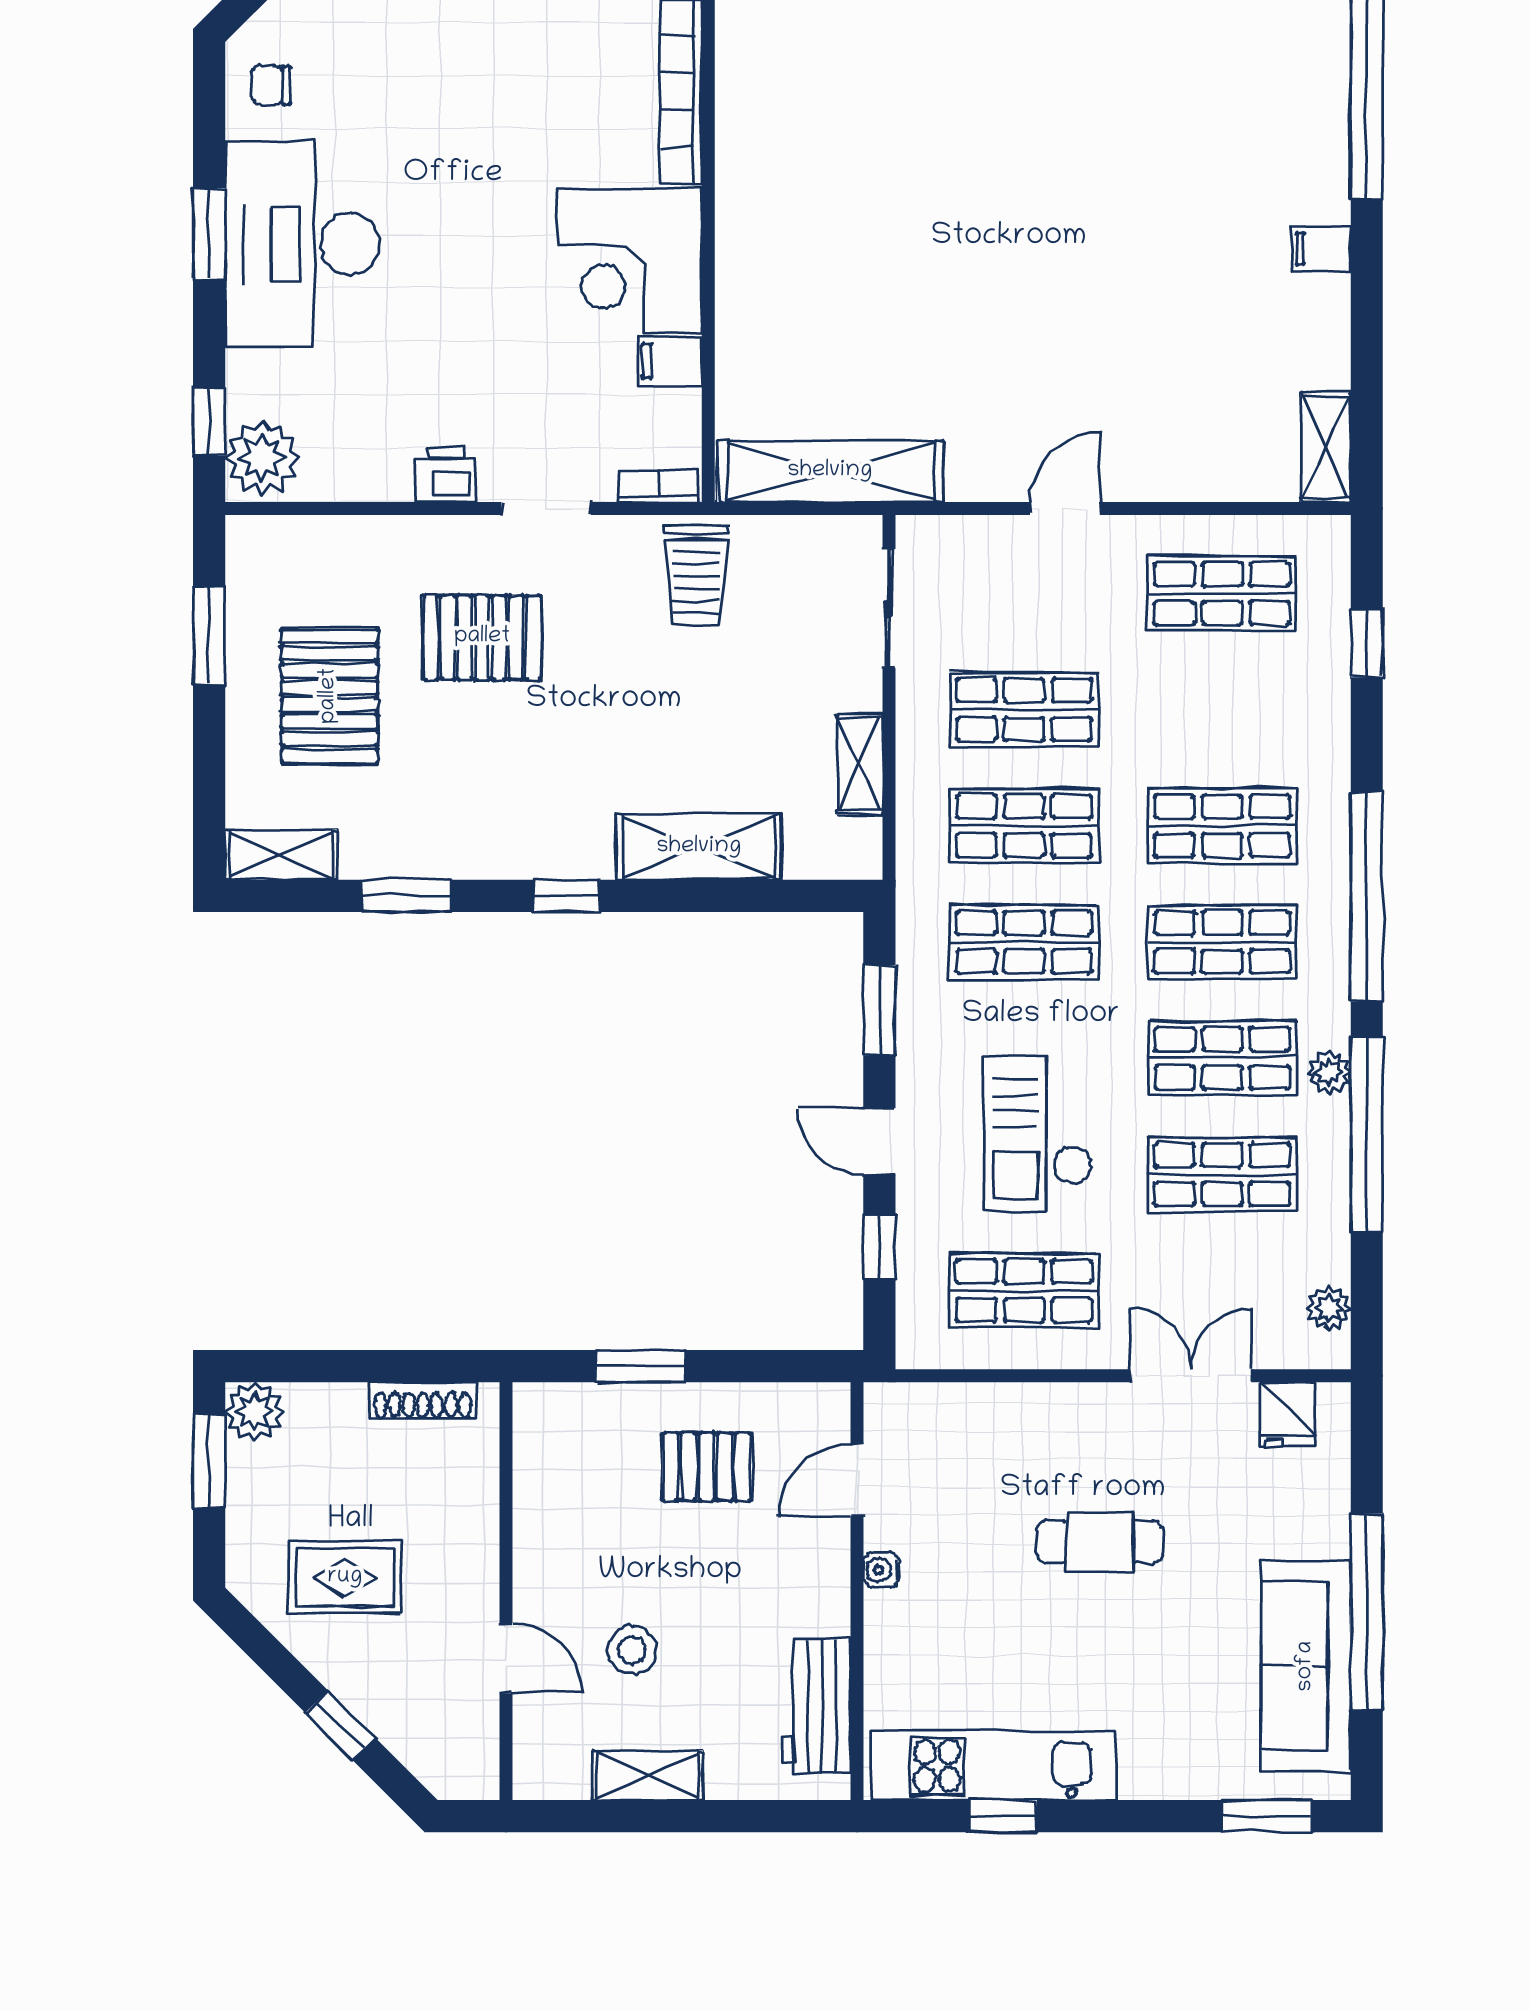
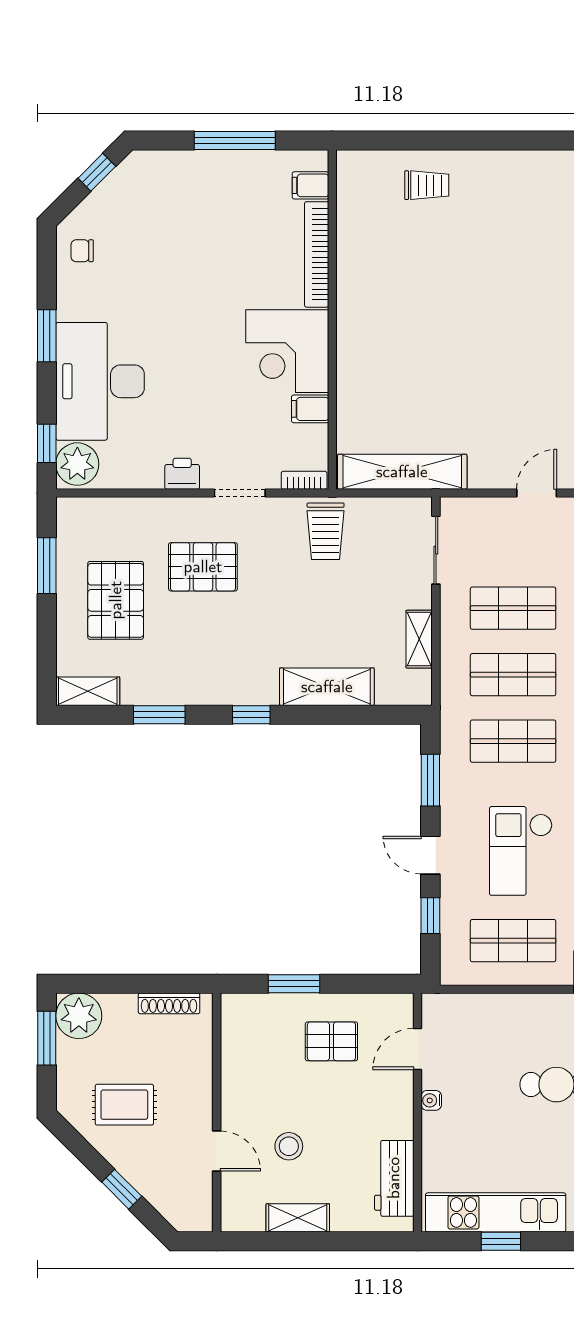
desk: (302, 244) -> (100, 381), moved
plant: (254, 1411) -> (79, 1016), width x1.36, depth x1.36

